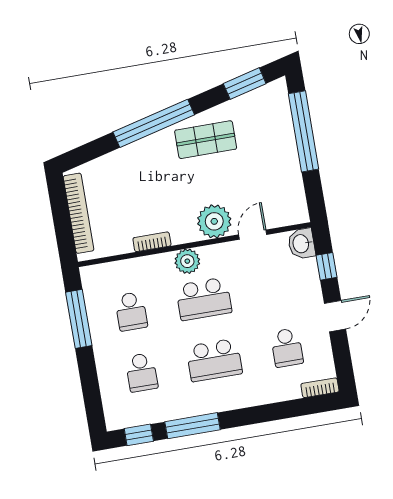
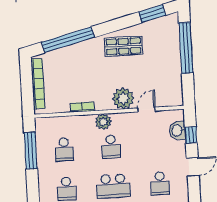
window: (154, 123) -> (68, 40), moved
washbasin: (302, 244) -> (177, 130), moved
school desk: (204, 299) -> (111, 147), width x0.54

